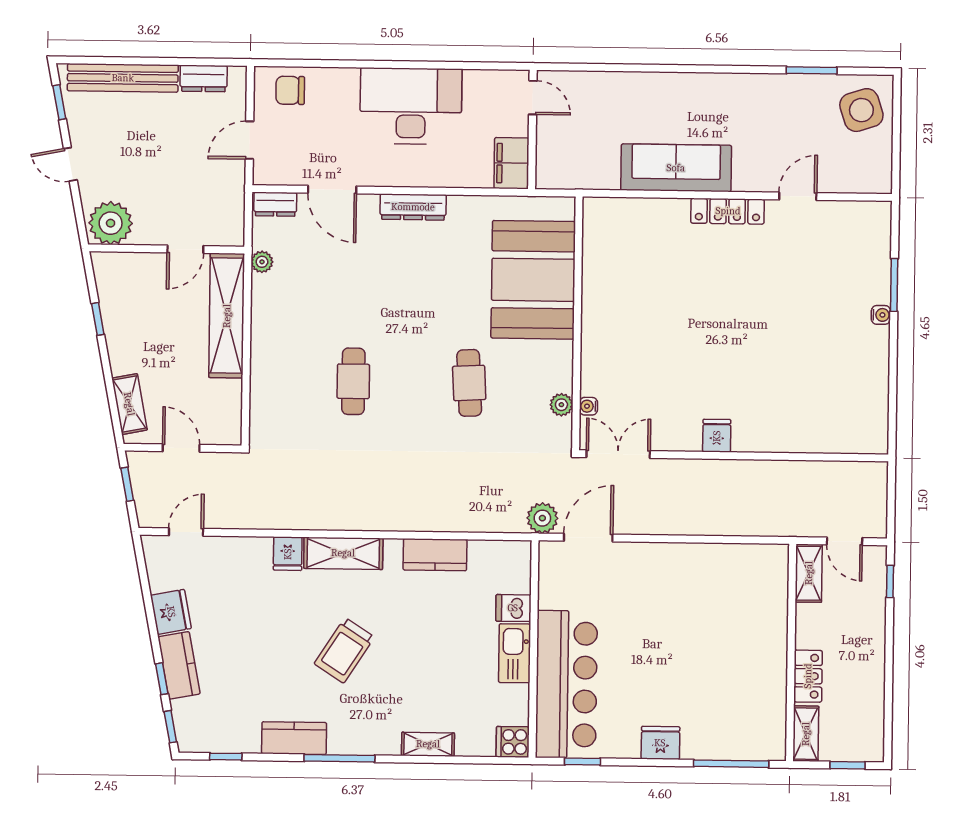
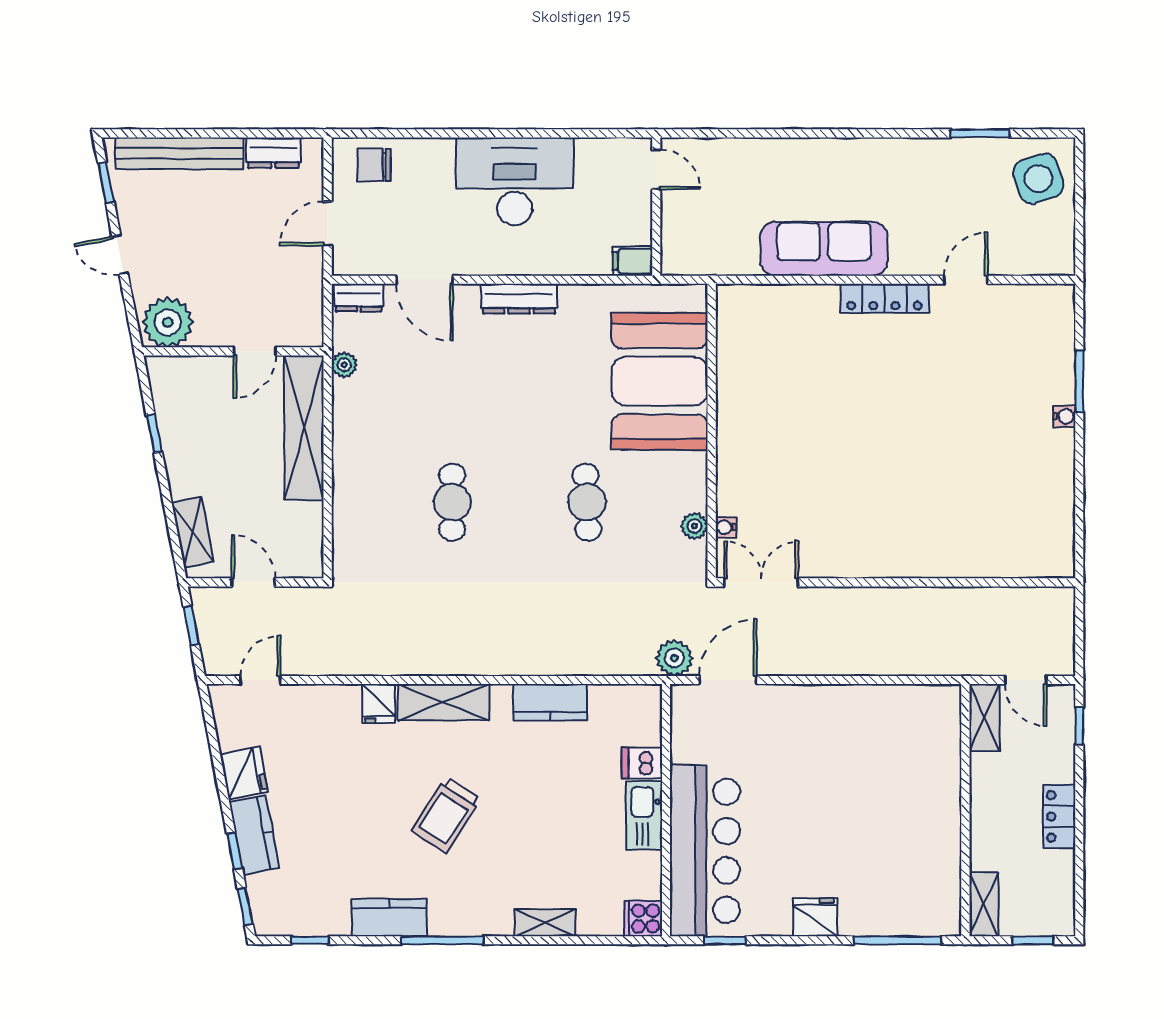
filing cabinet: (511, 163) -> (633, 261), width x0.50
fridge: (717, 436) -> (875, 559), removed
locker: (808, 676) -> (1059, 816), moved, turned 180

